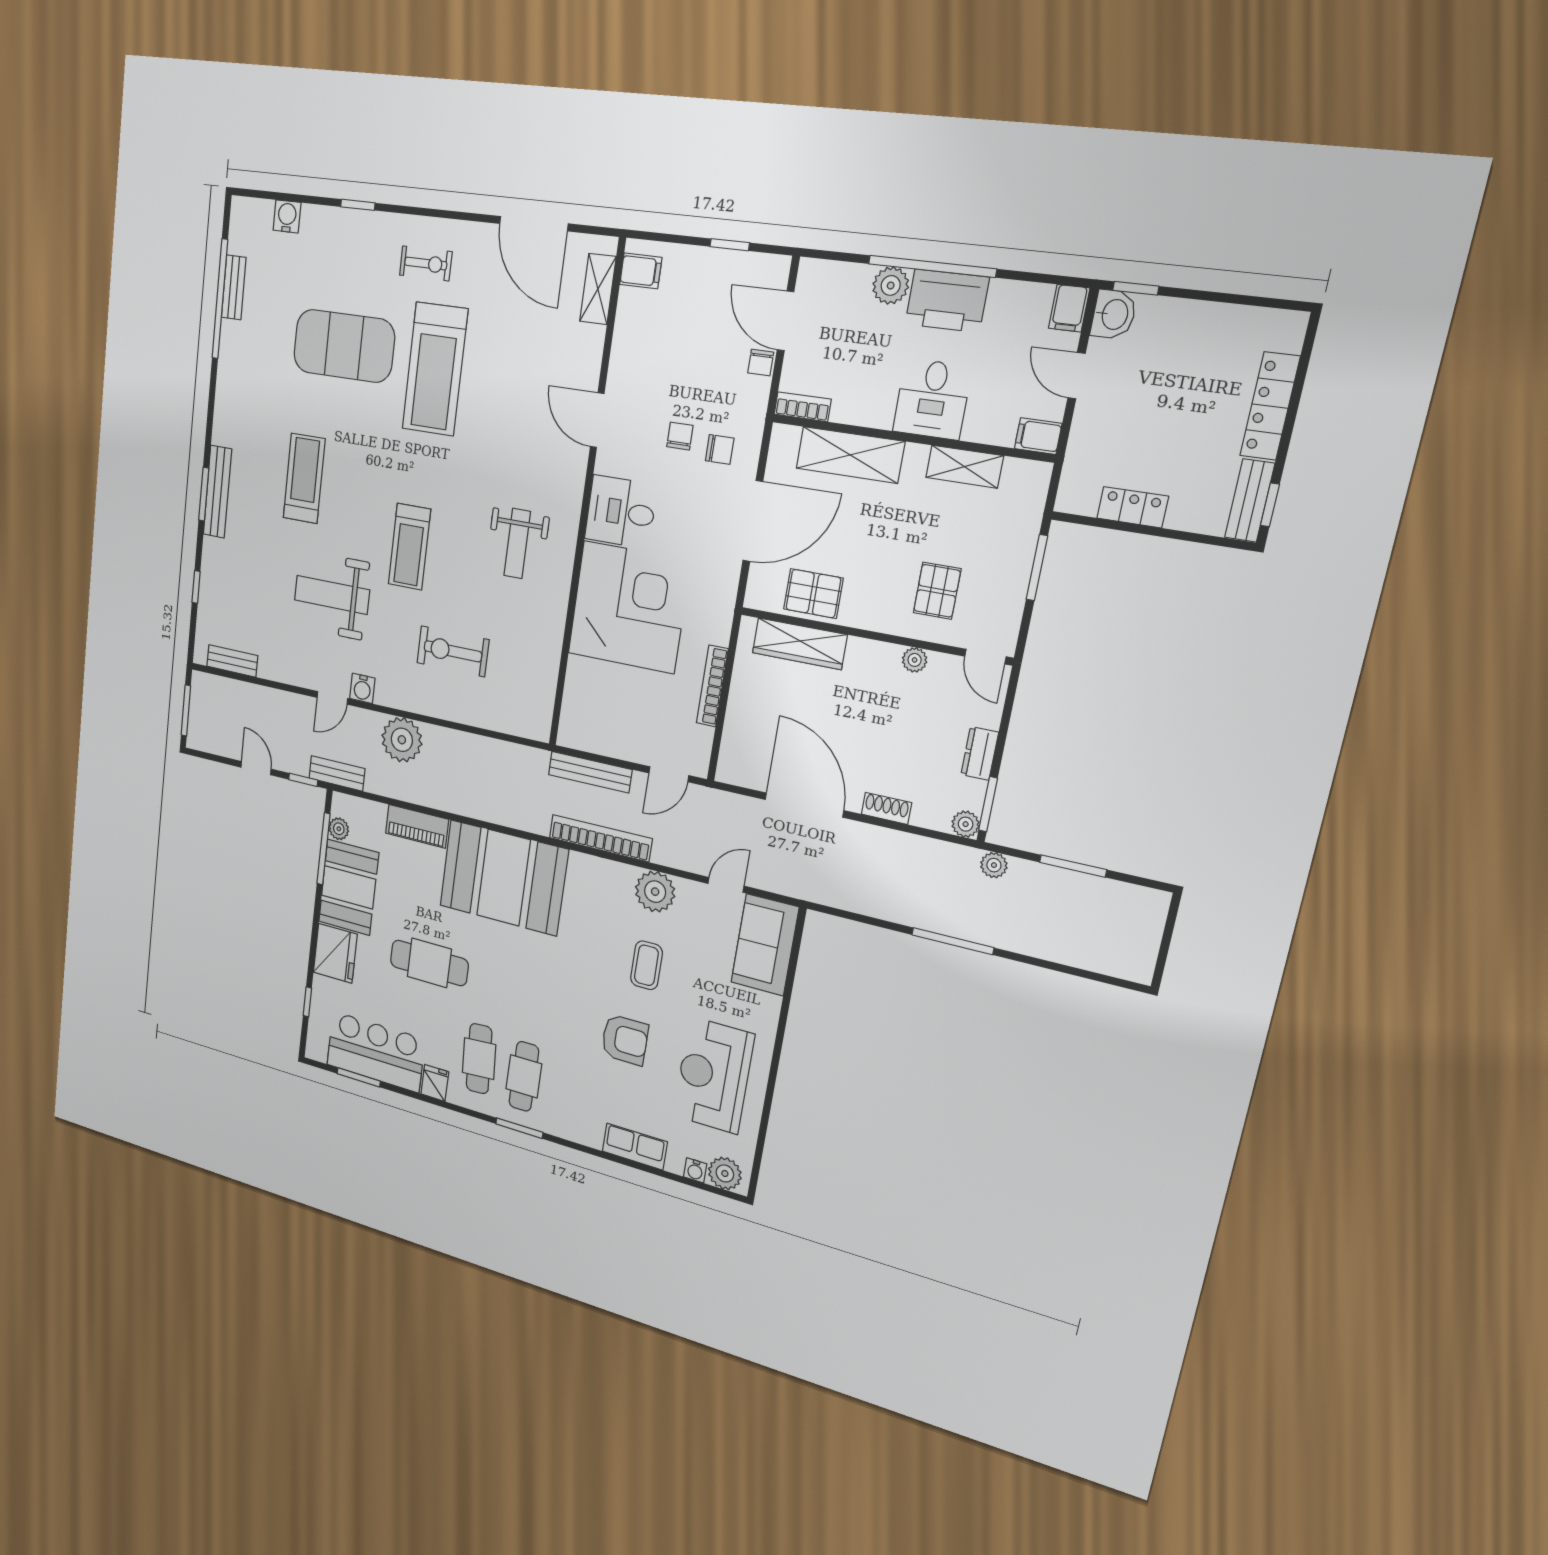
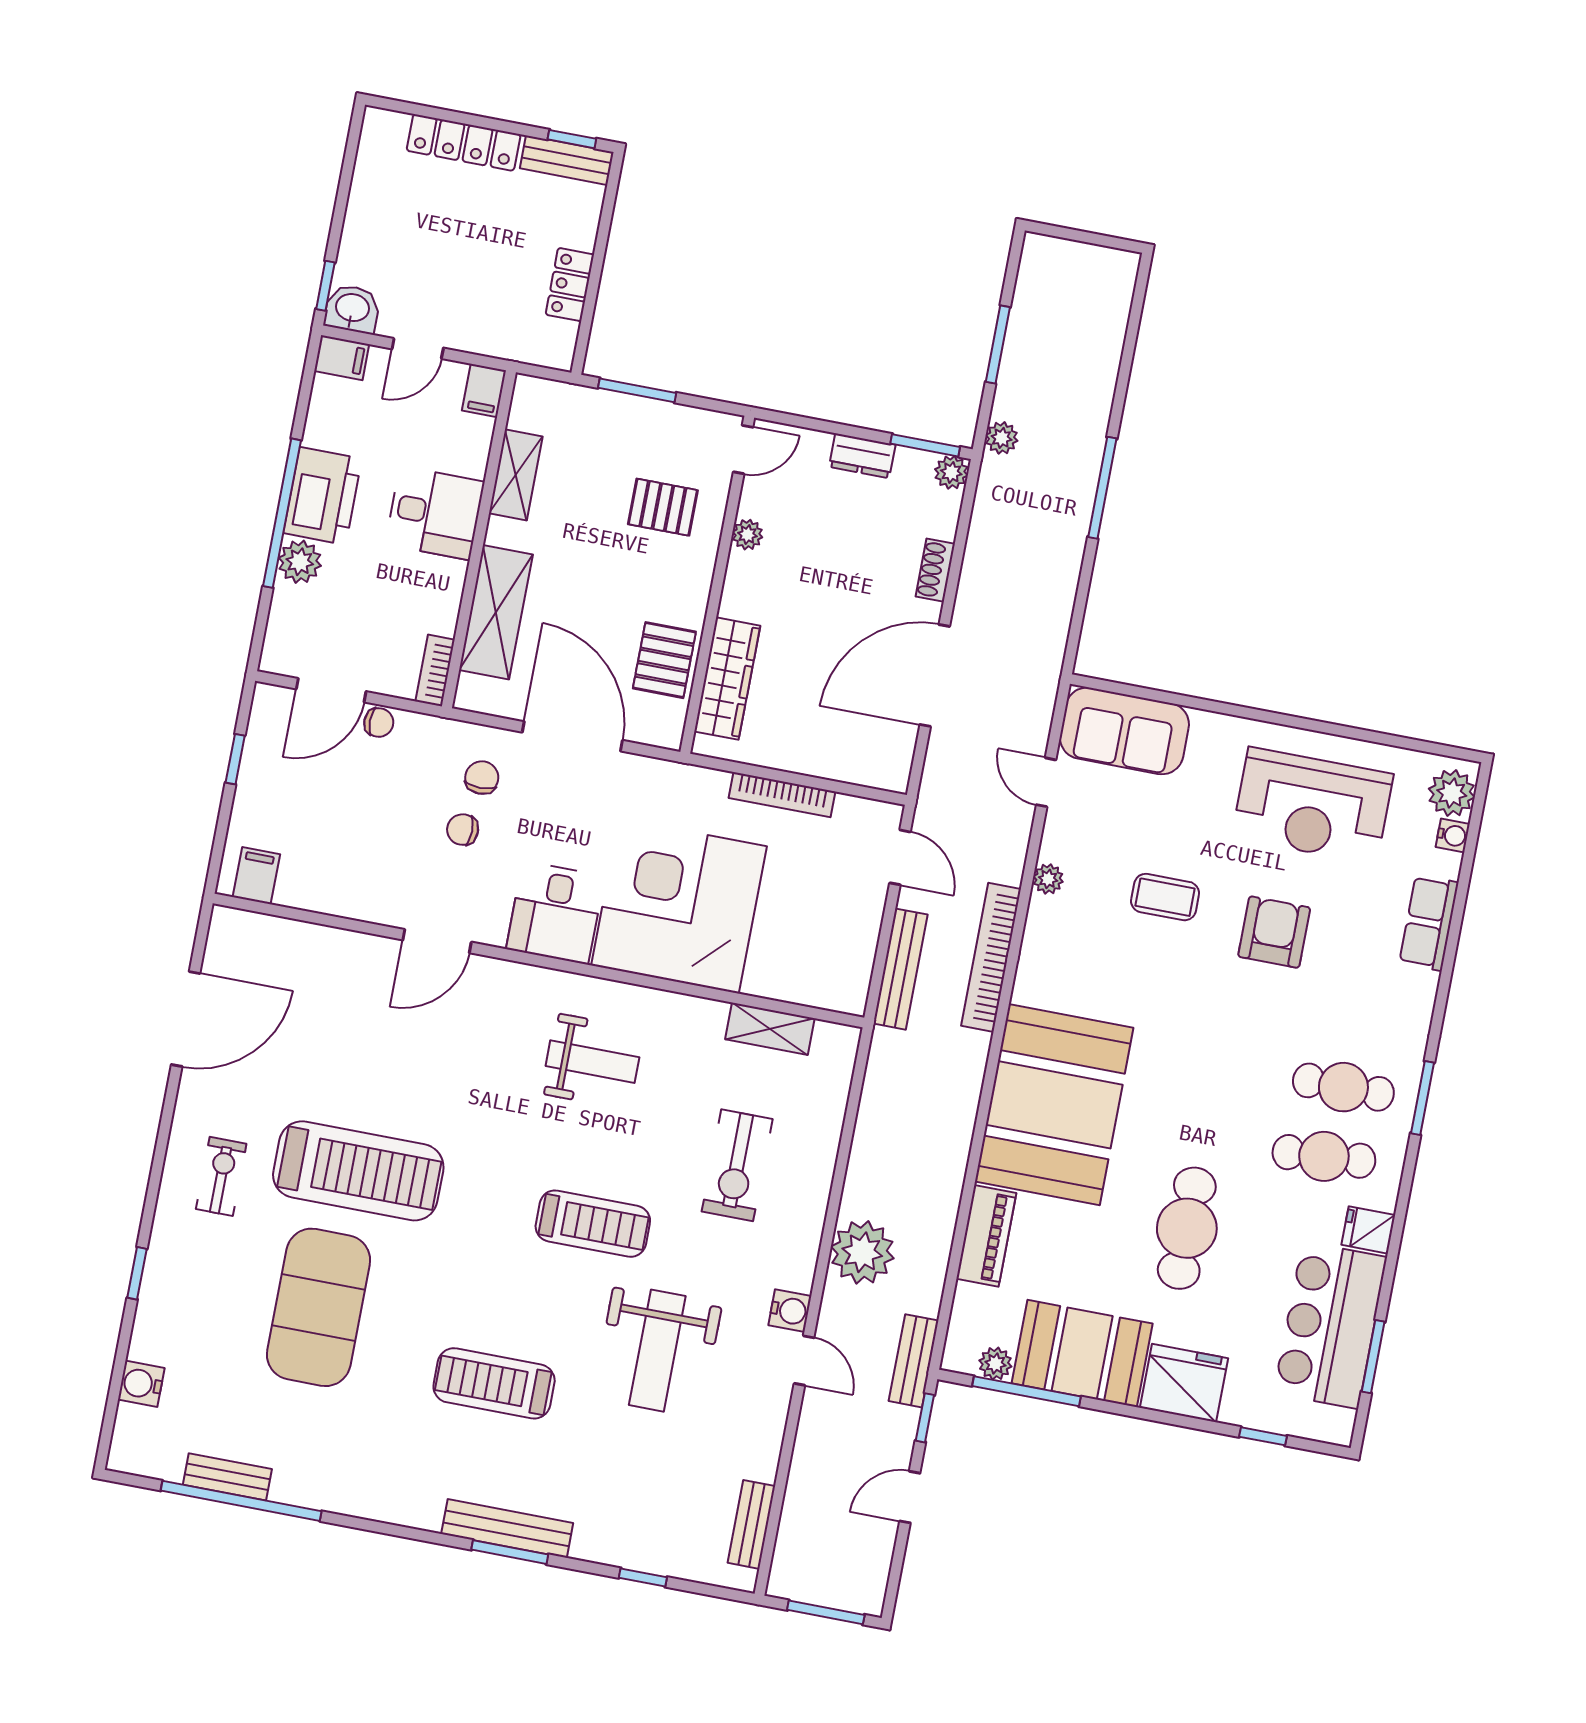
shelving: (598, 289) -> (770, 1029), moved
plant: (655, 892) -> (1048, 879), width x0.53, depth x0.53

